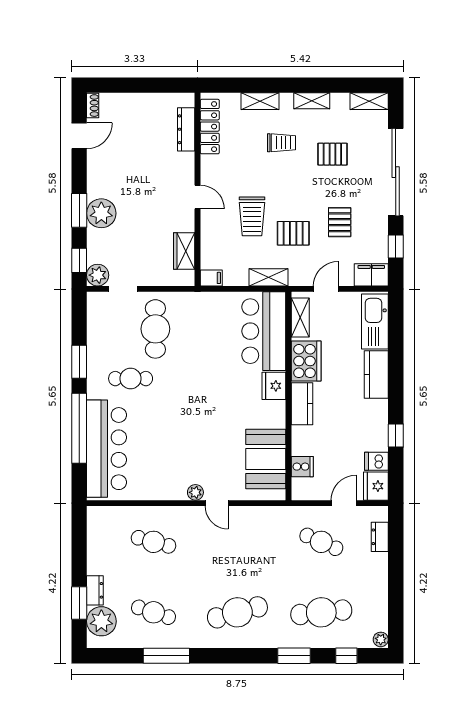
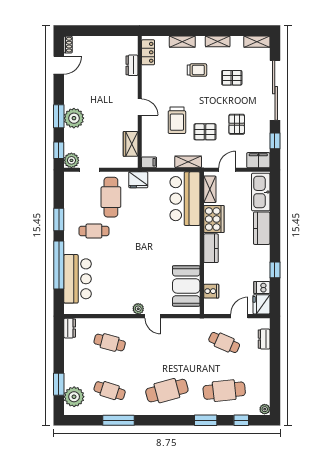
locker: (210, 127) -> (148, 52), width x0.66
dresser: (186, 129) -> (132, 65), width x0.70
fridge: (274, 386) -> (138, 180), moved, turned -90
bar counter: (107, 449) -> (78, 279), width x0.73
dresser: (95, 590) -> (70, 328), moved

